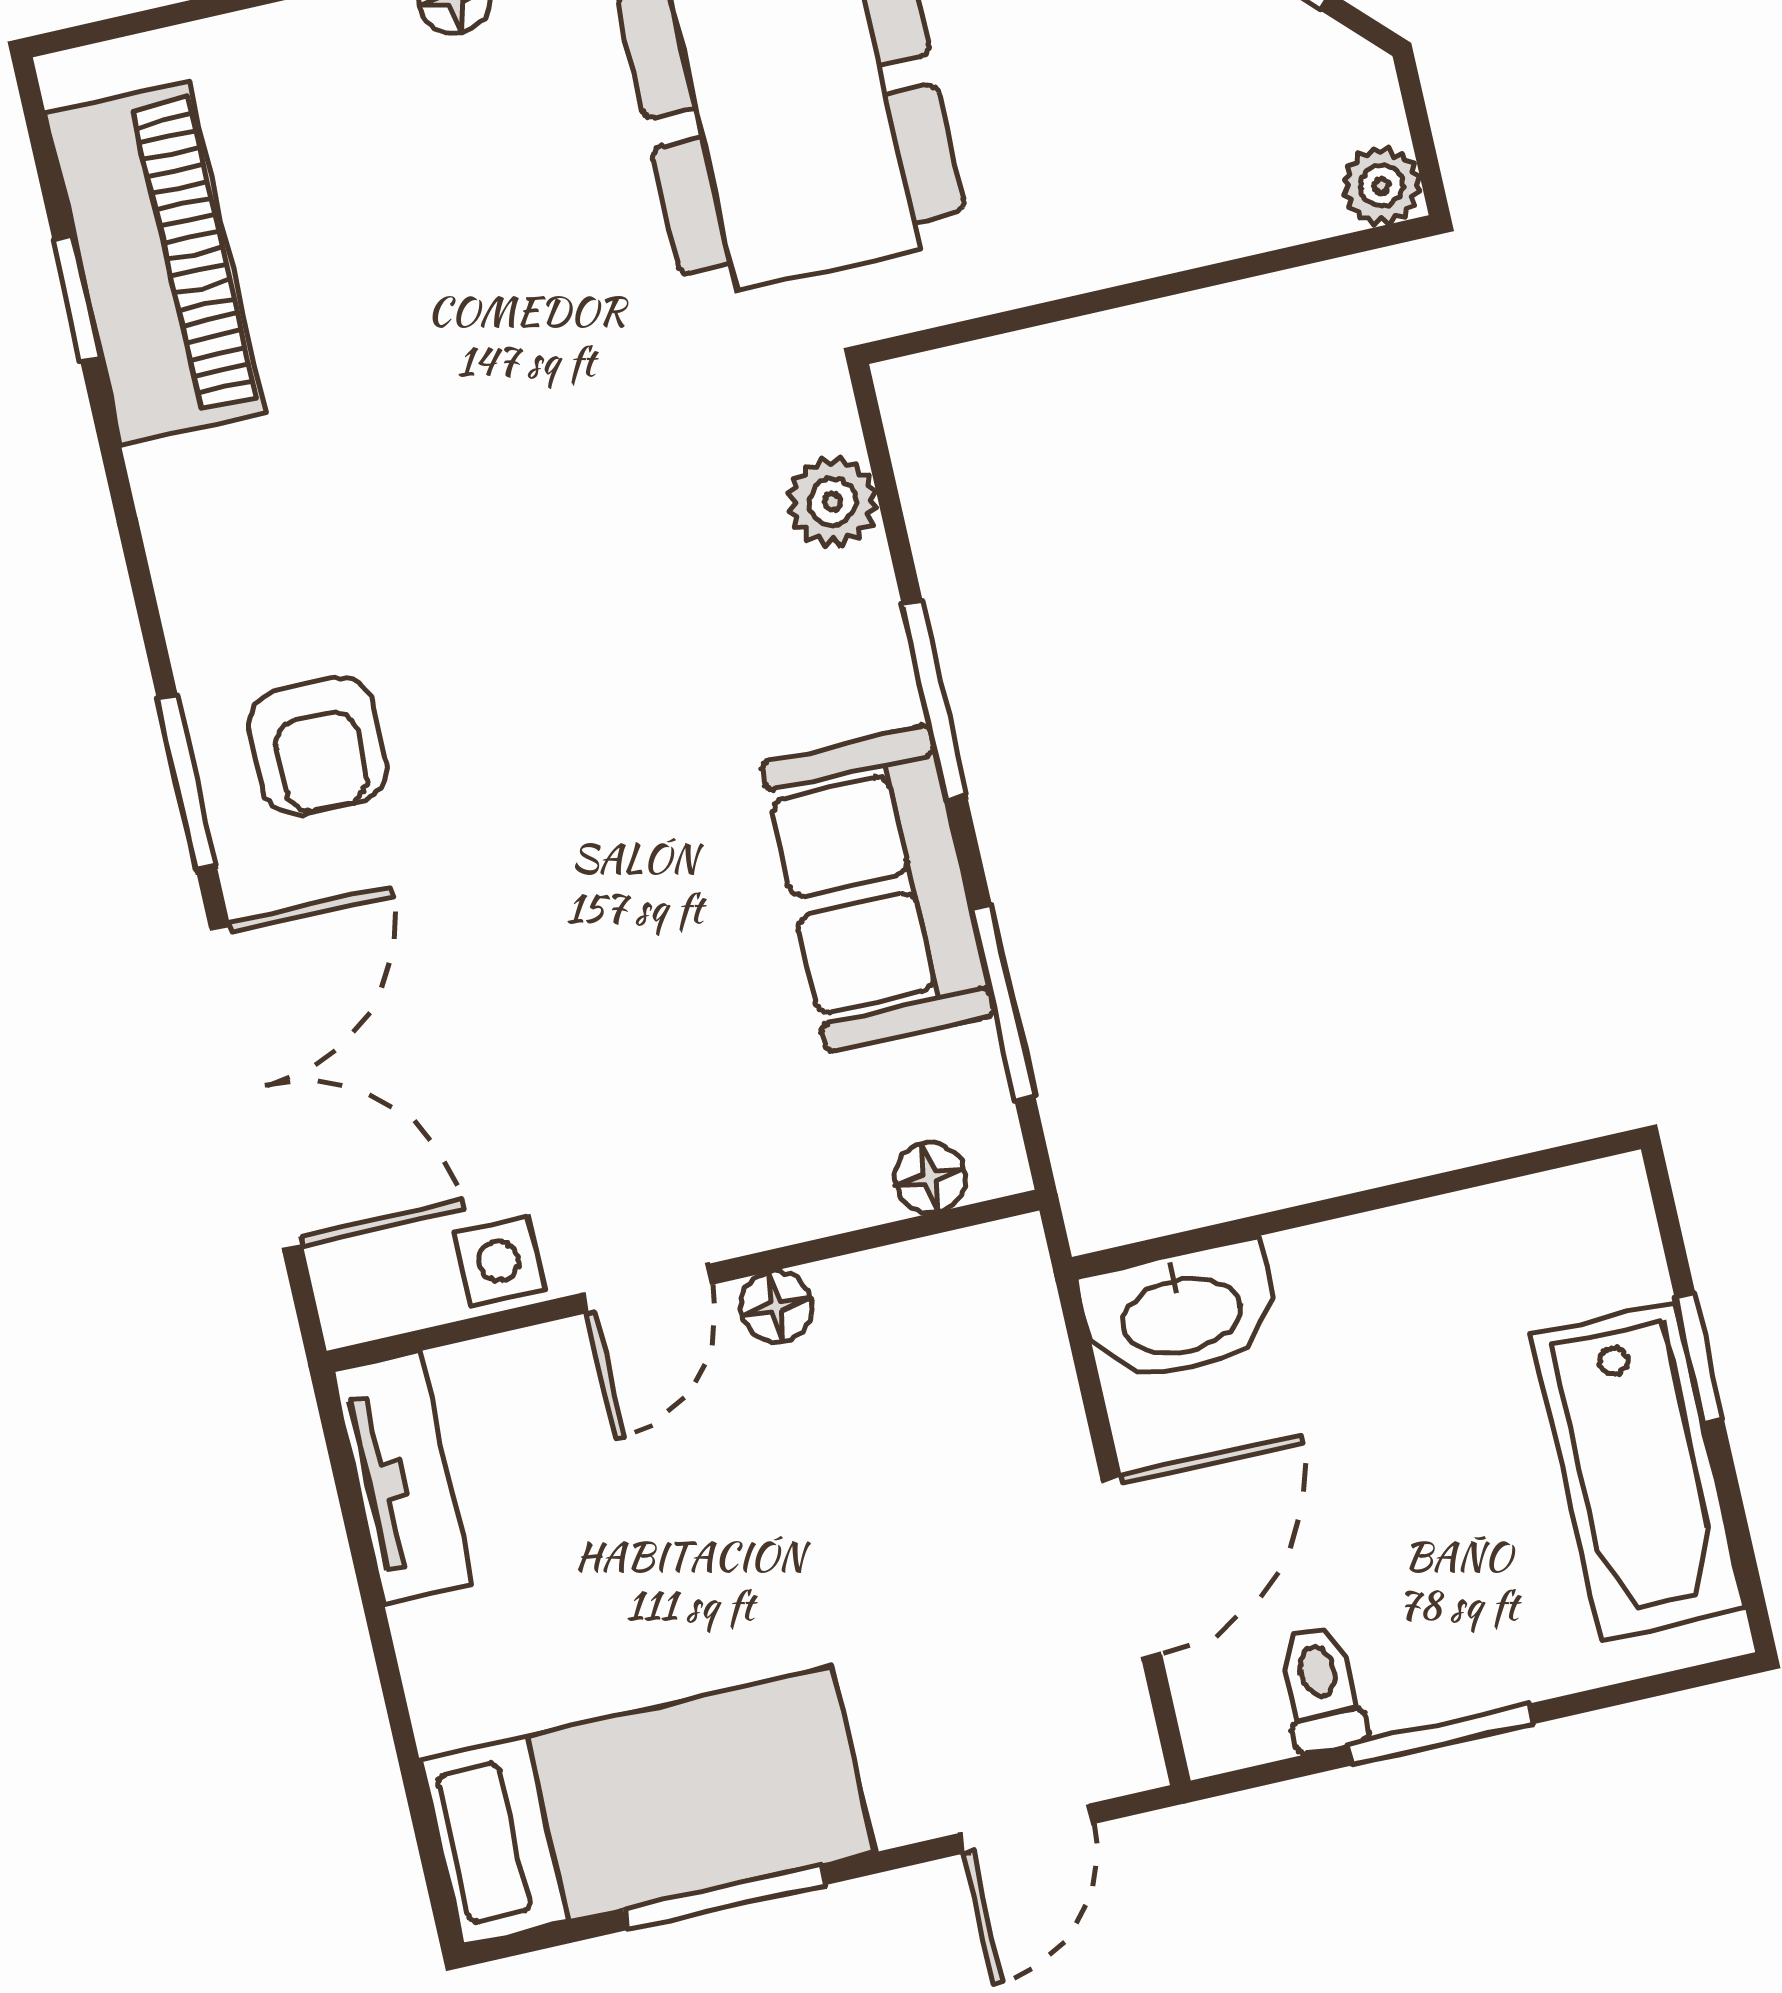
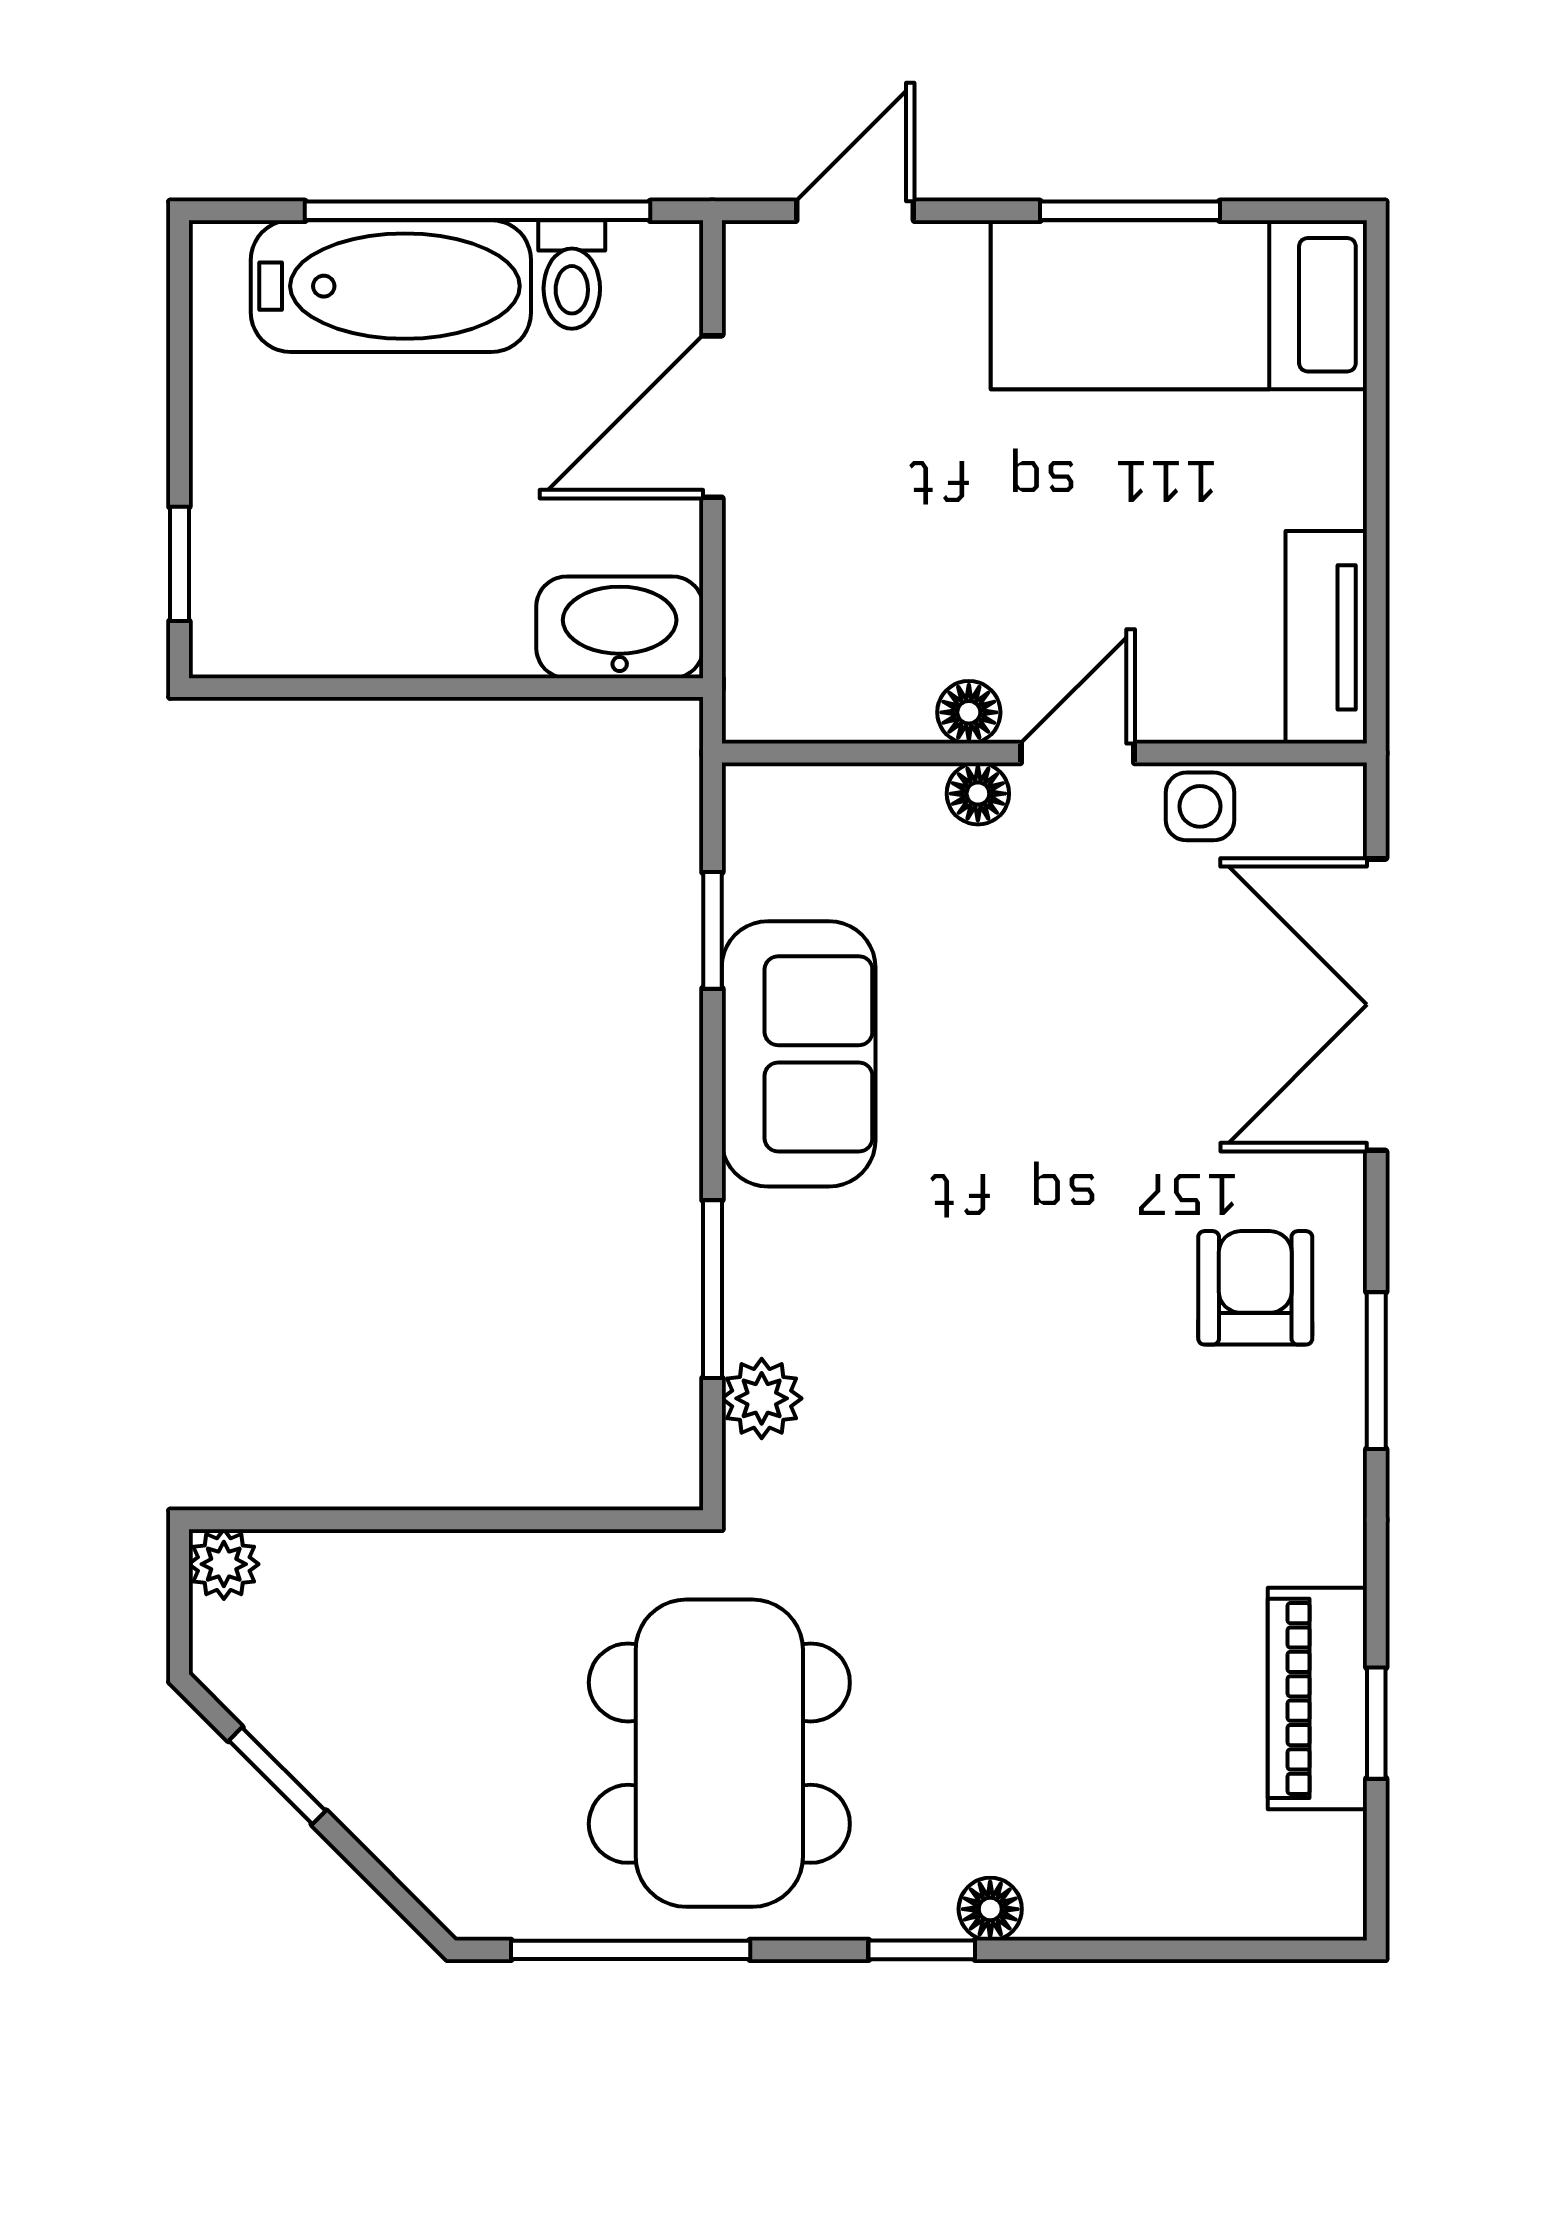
piano: (155, 262) -> (1317, 1698), width x0.73, depth x0.75
window: (934, 700) -> (712, 1289), moved
window: (187, 782) -> (1376, 1371), moved
window: (1003, 1003) -> (712, 930), width x0.67
floor lamp: (930, 1178) -> (978, 794), moved
window: (1699, 1358) -> (179, 564), moved
bathtub: (1638, 1472) -> (391, 286), moved, turned 90
window: (1441, 1734) -> (478, 211), width x2.11

